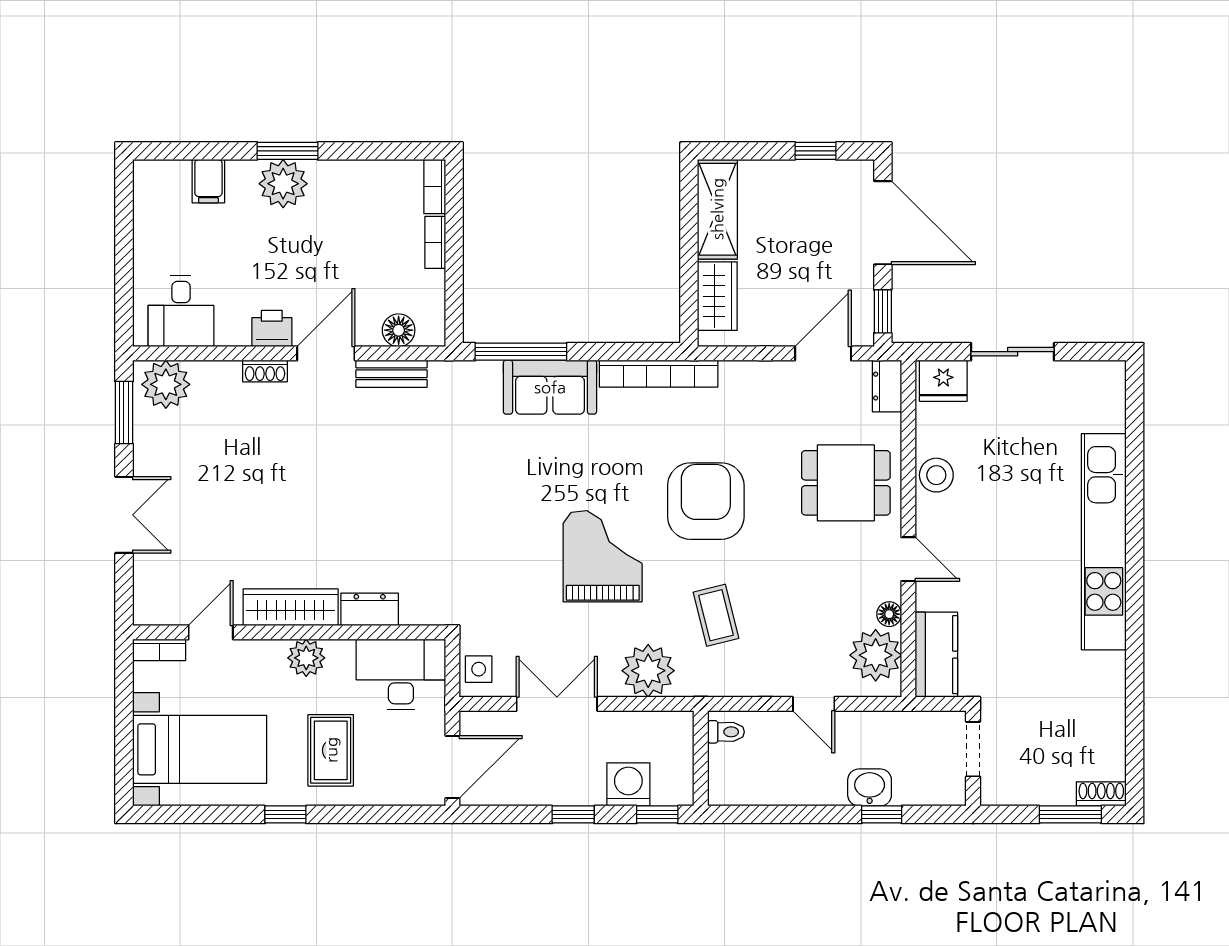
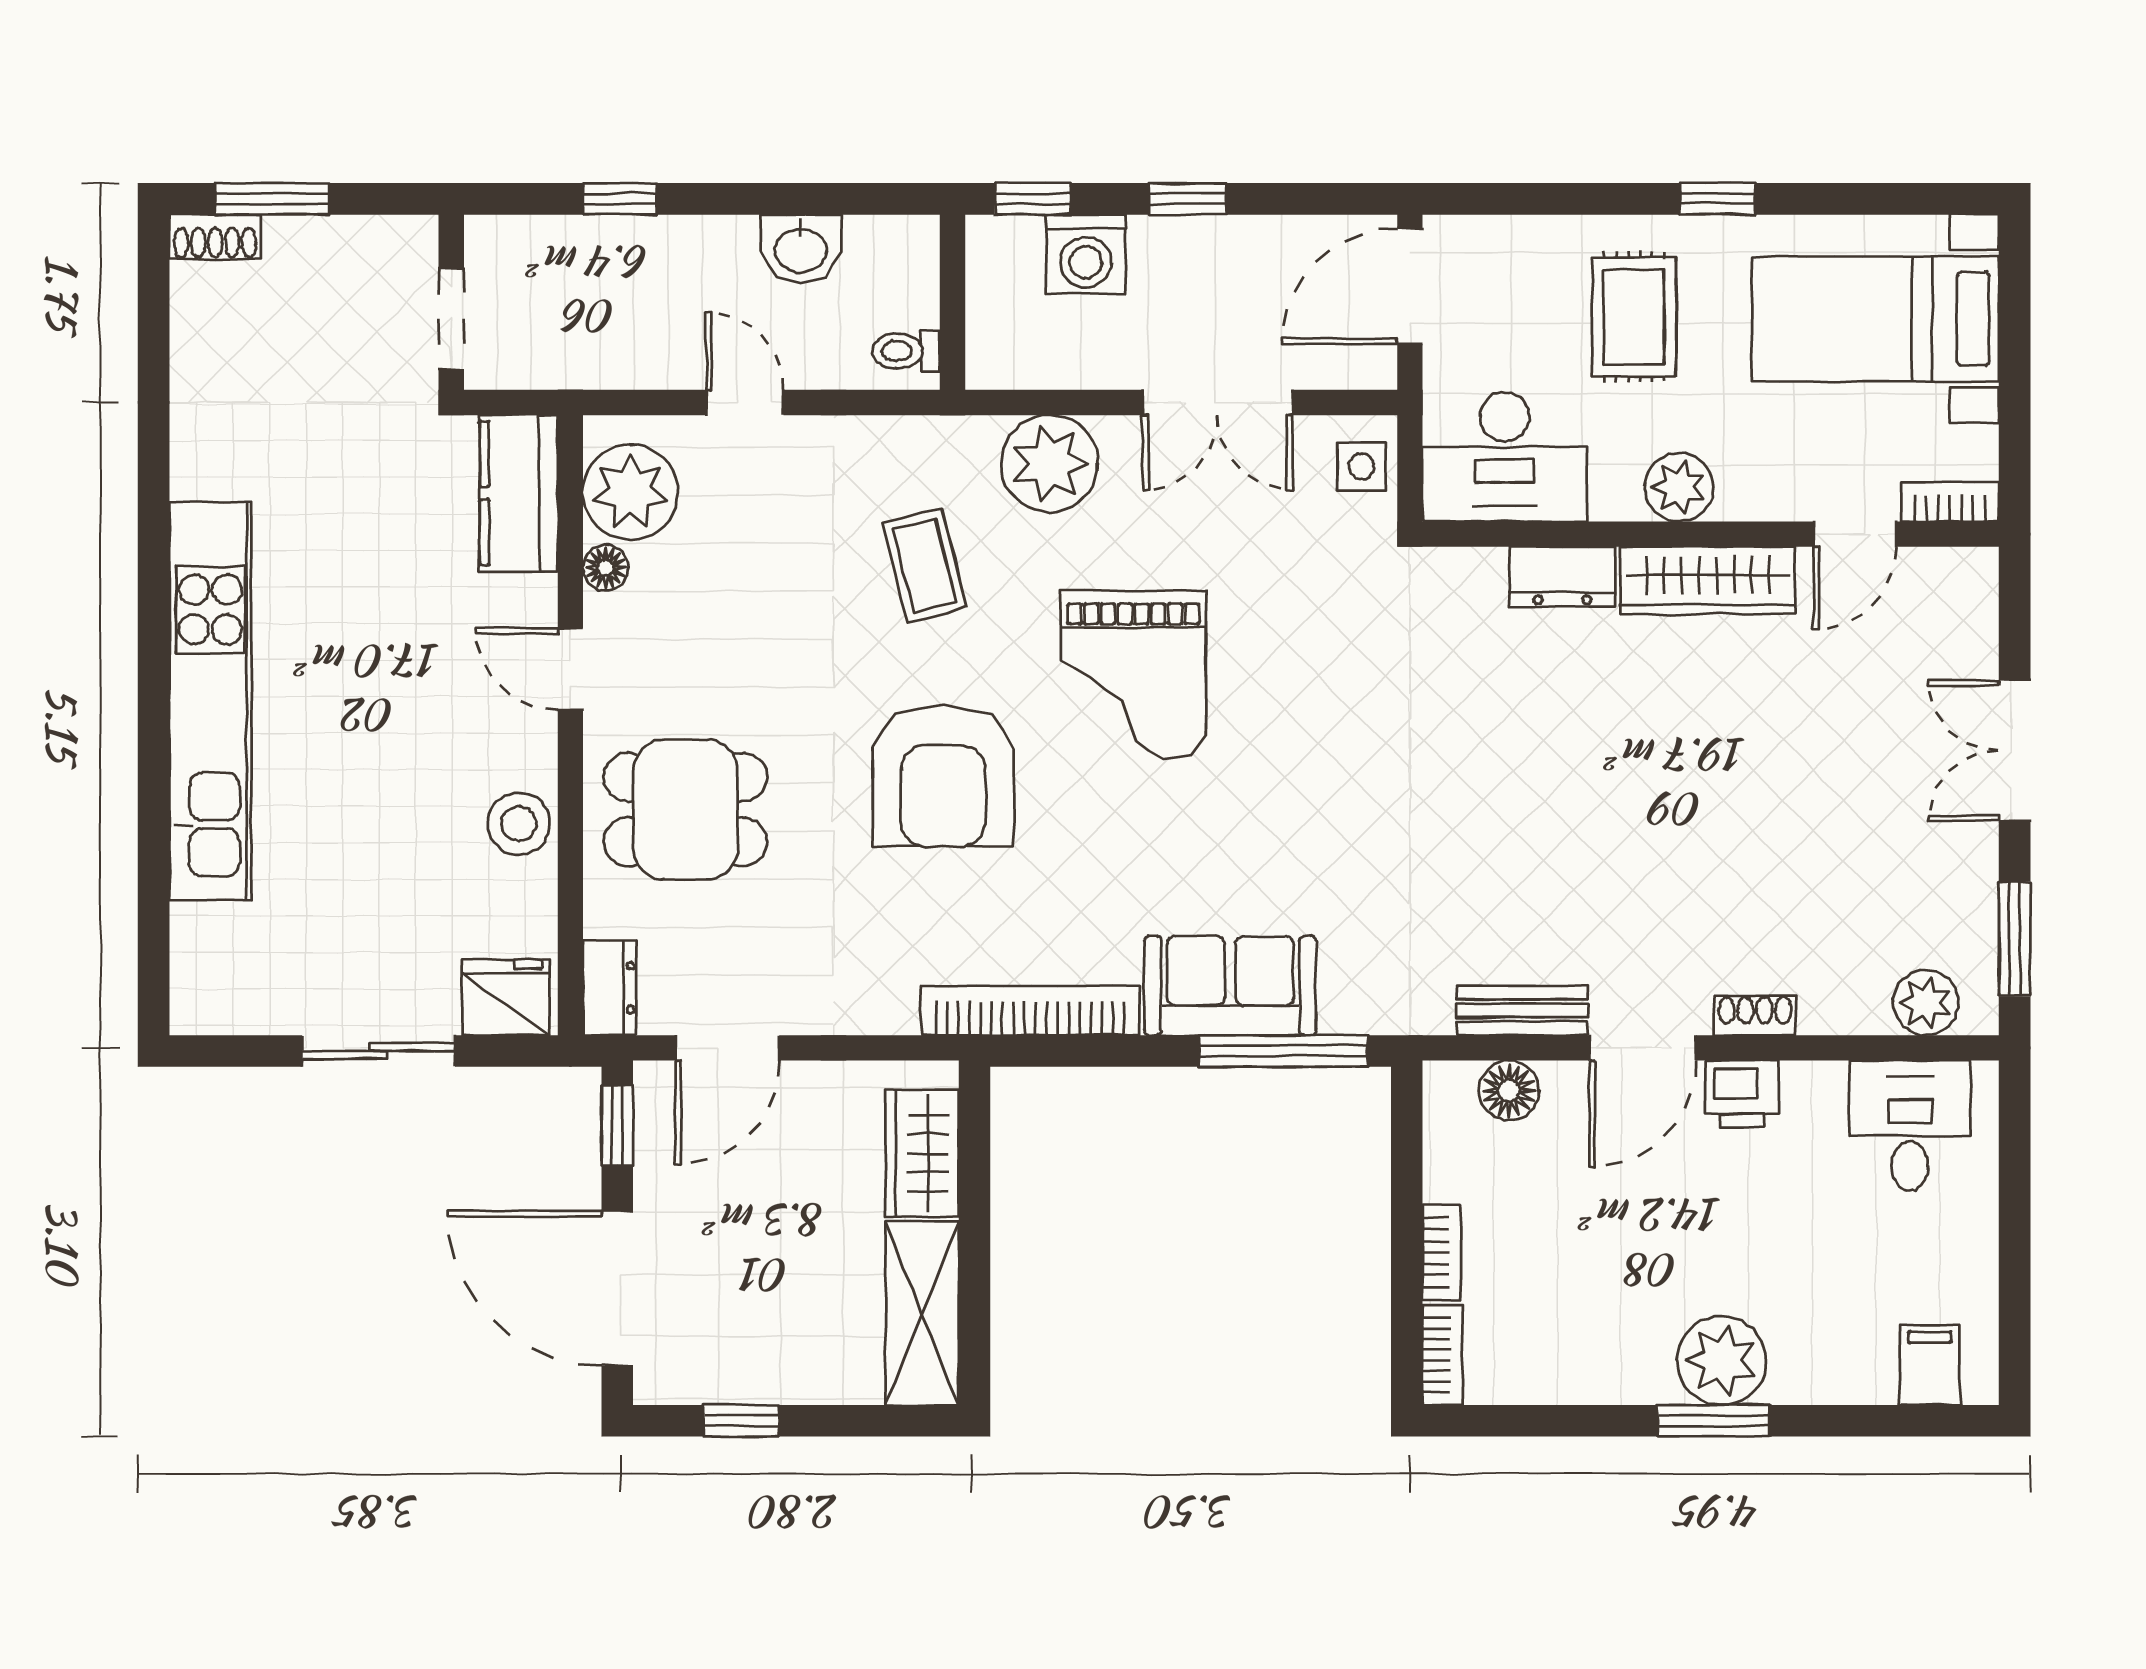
filing cabinet: (208, 181) -> (1930, 1365), moved
plant: (166, 384) -> (1926, 1003), width x0.73, depth x0.73
washbasin: (870, 787) -> (801, 249), moved

